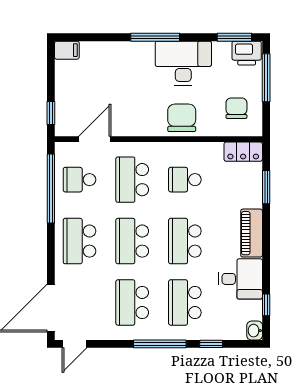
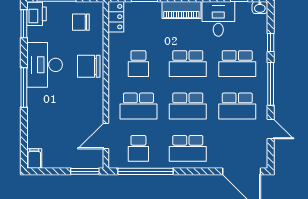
window: (51, 113) -> (85, 171), width x1.50
door: (95, 139) -> (106, 136), hinge flipped
door: (75, 344) -> (271, 129), moved

